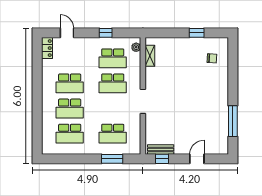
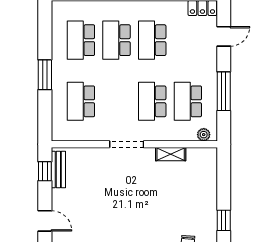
window: (106, 33) -> (224, 91), width x2.17
shelving: (150, 56) -> (171, 154), moved
window: (112, 159) -> (45, 75), moved

